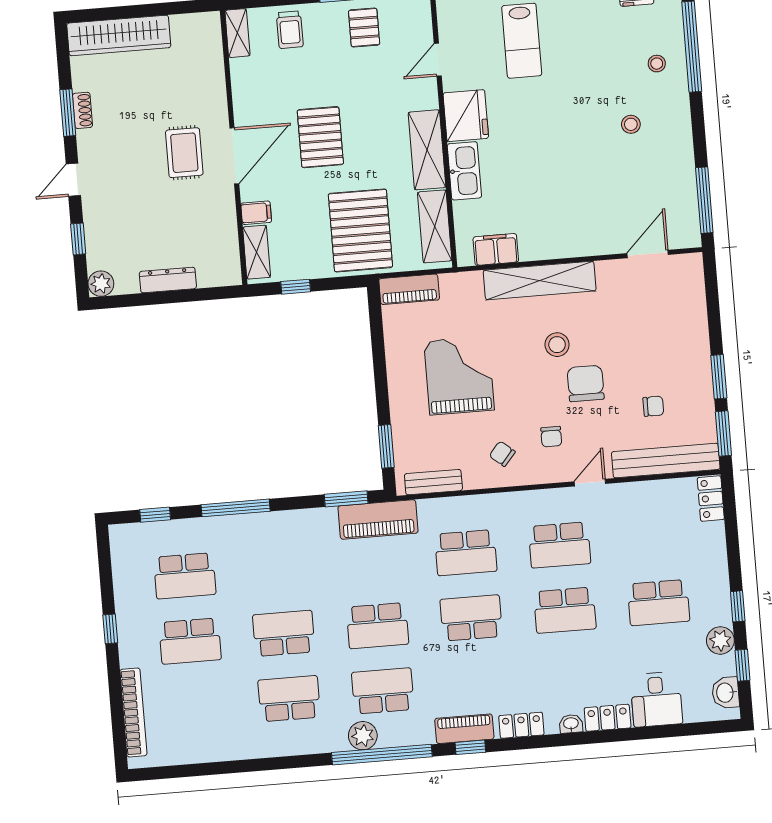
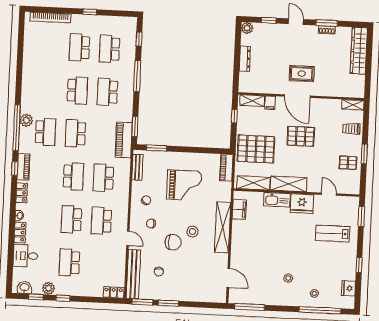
school desk: (289, 699) -> (107, 92), moved, turned 180

